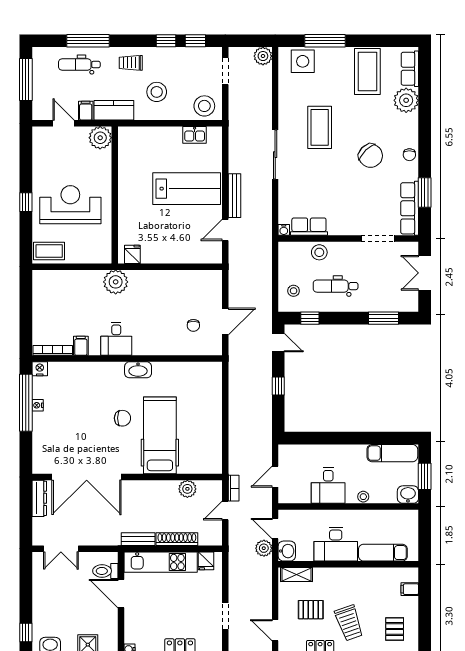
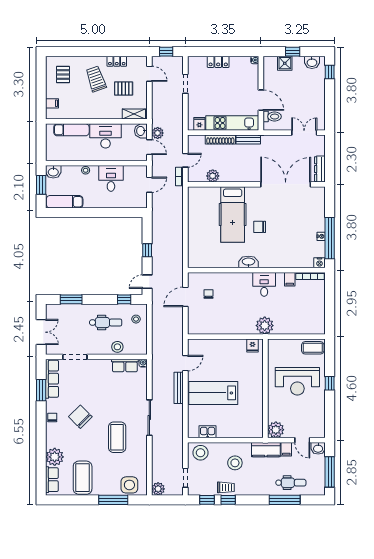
trolley: (131, 63) -> (226, 487), moved
washbasin: (42, 112) -> (318, 448), added
door: (278, 343) -> (147, 282), hinge flipped

